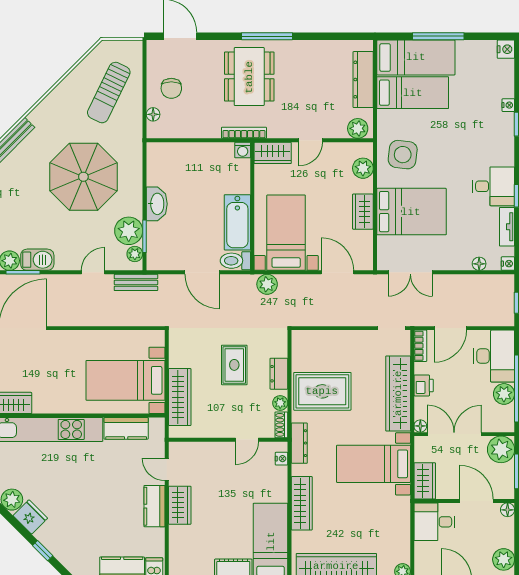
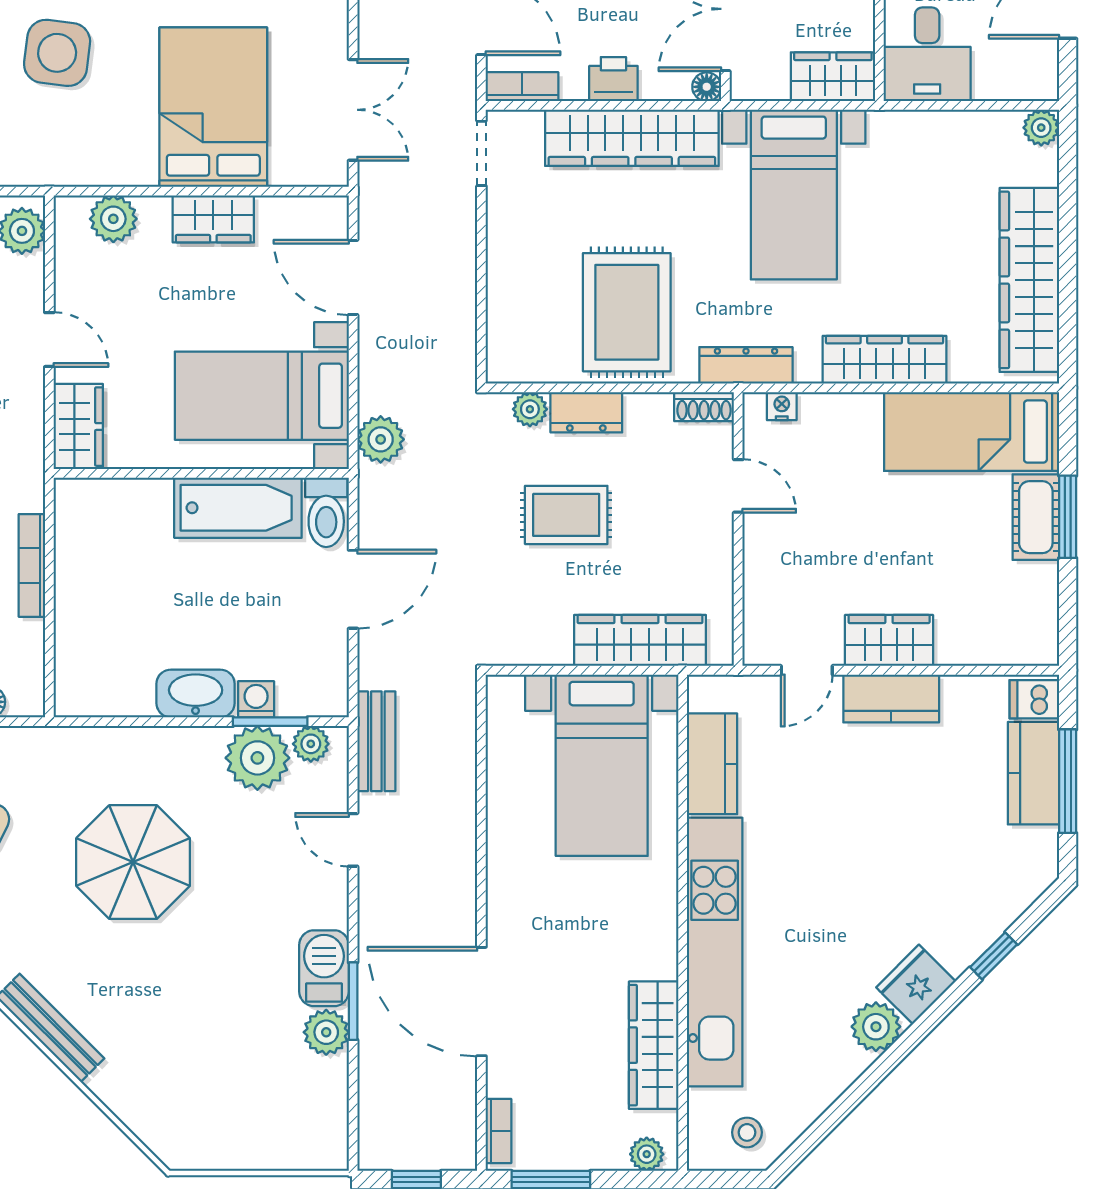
bookcase: (244, 133) -> (32, 565), moved
washing machine: (243, 150) -> (256, 699), moved, turned -90
side table: (403, 155) -> (57, 53), moved
parasol: (83, 177) -> (133, 862), width x0.73, depth x0.73
door: (337, 272) -> (353, 277), hinge flipped
plant: (280, 403) -> (530, 409), moved

